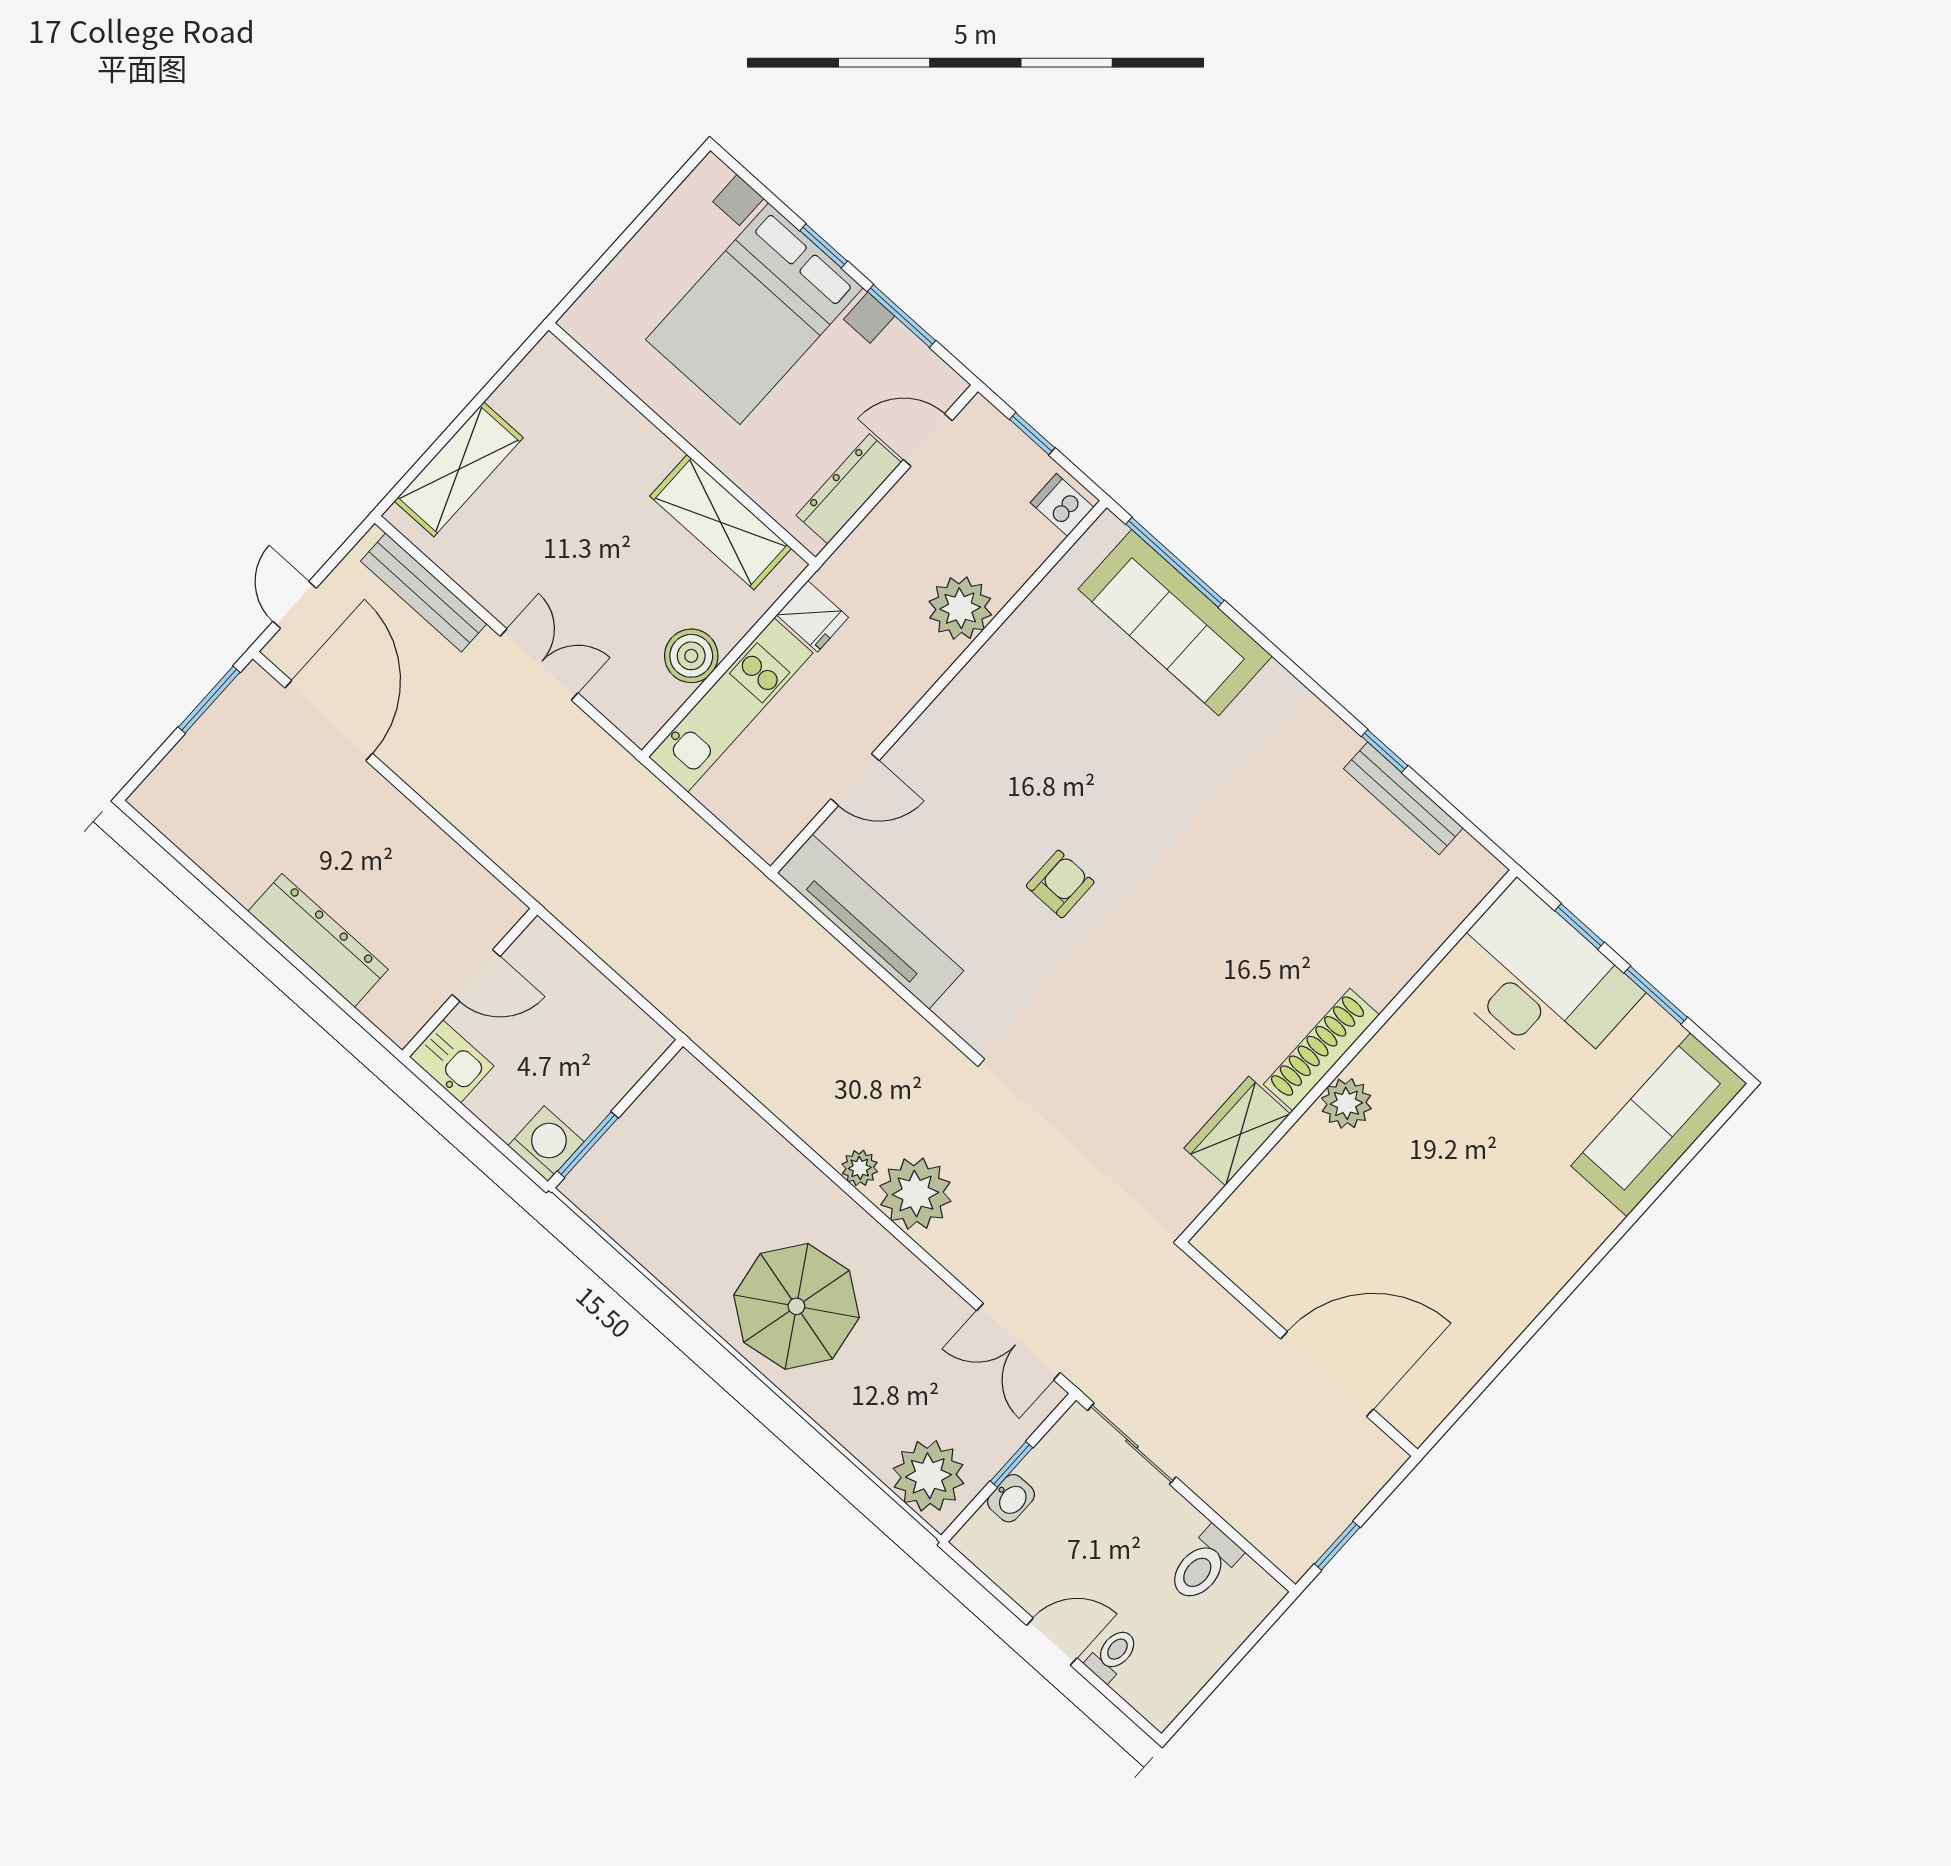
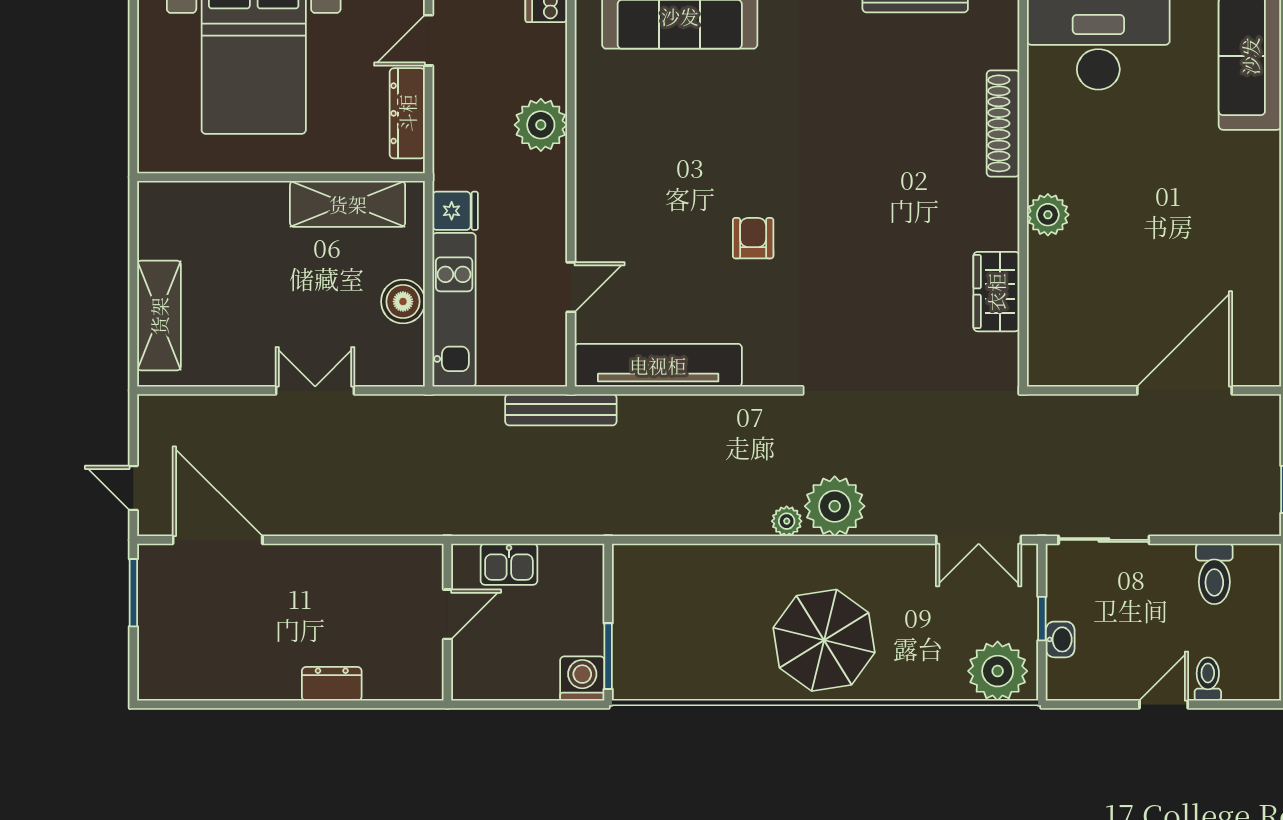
bench: (424, 592) -> (561, 410), moved
dresser: (318, 940) -> (332, 684), width x0.51, depth x0.80
shoe rack: (1321, 1050) -> (1003, 123), moved
kitchen sink: (452, 1061) -> (509, 564), moved, turned 180

